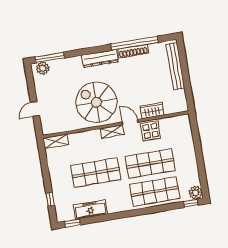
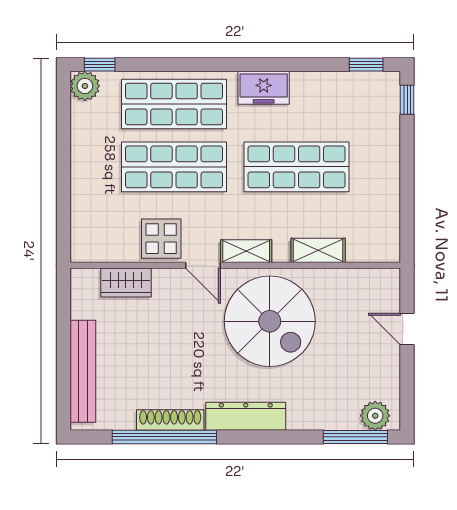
door: (35, 109) -> (407, 329), swing flipped
wardrobe: (152, 111) -> (126, 282), moved
shelving: (56, 141) -> (318, 250), moved
window: (50, 199) -> (407, 100), moved
freezer: (90, 210) -> (264, 88), moved, width x0.71

